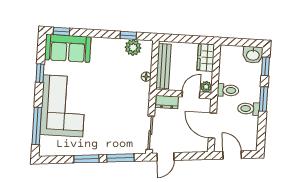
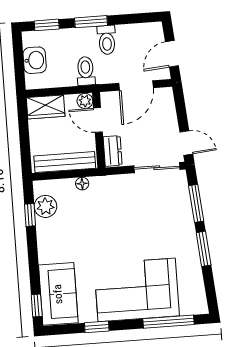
washbasin: (253, 55) -> (35, 60), moved

